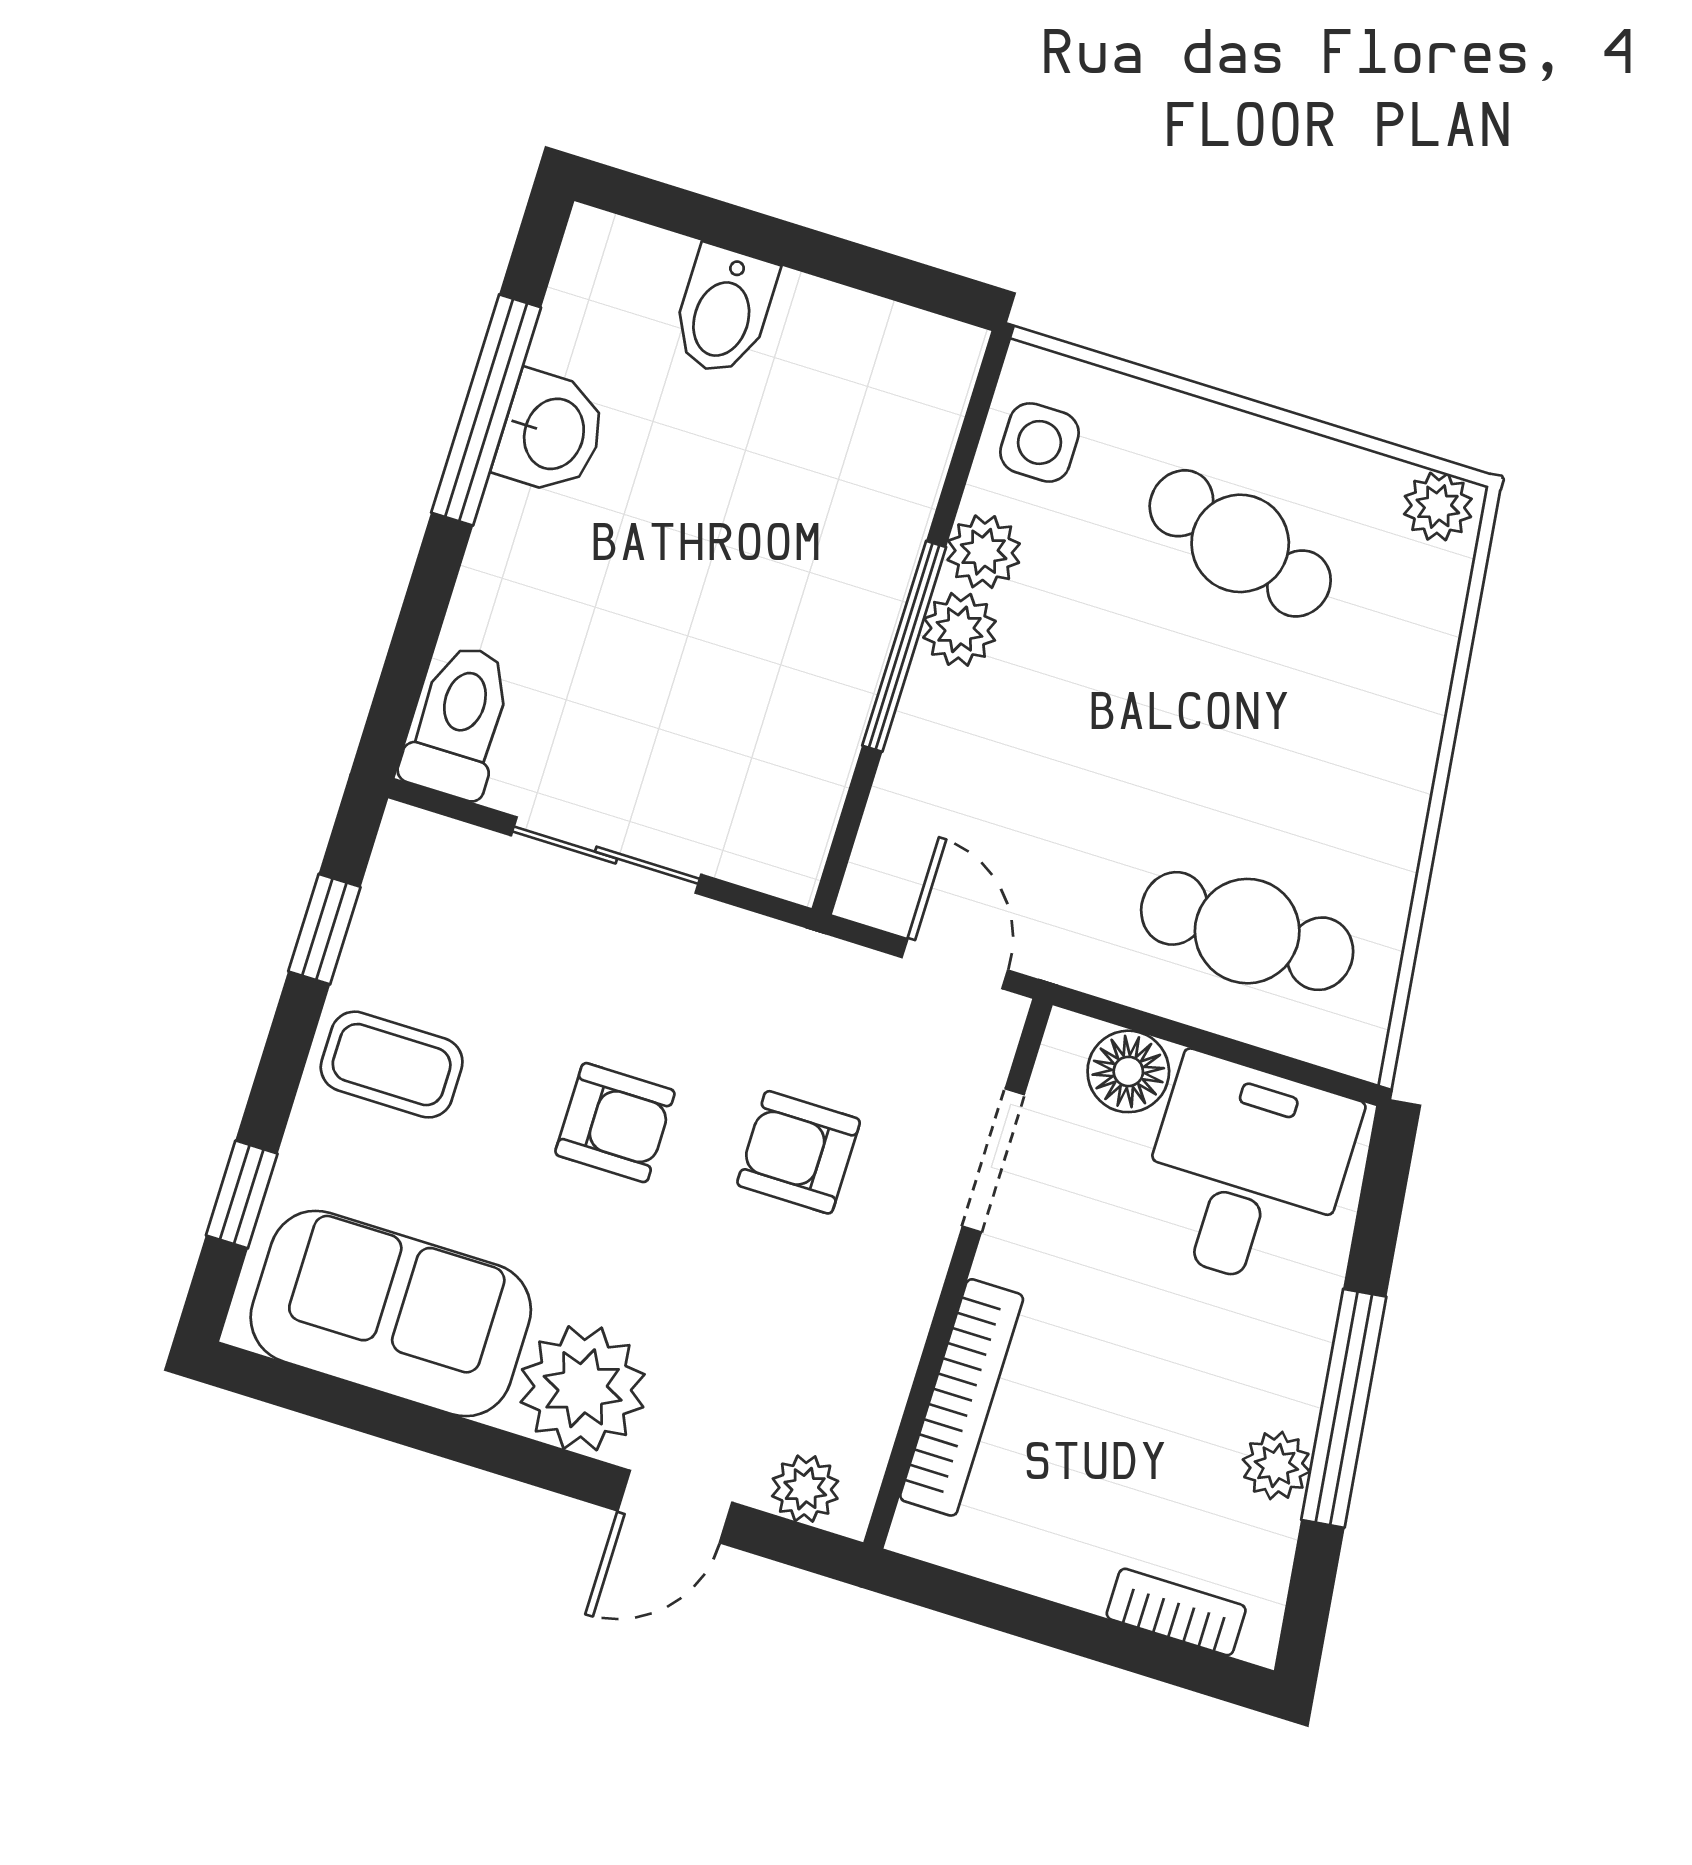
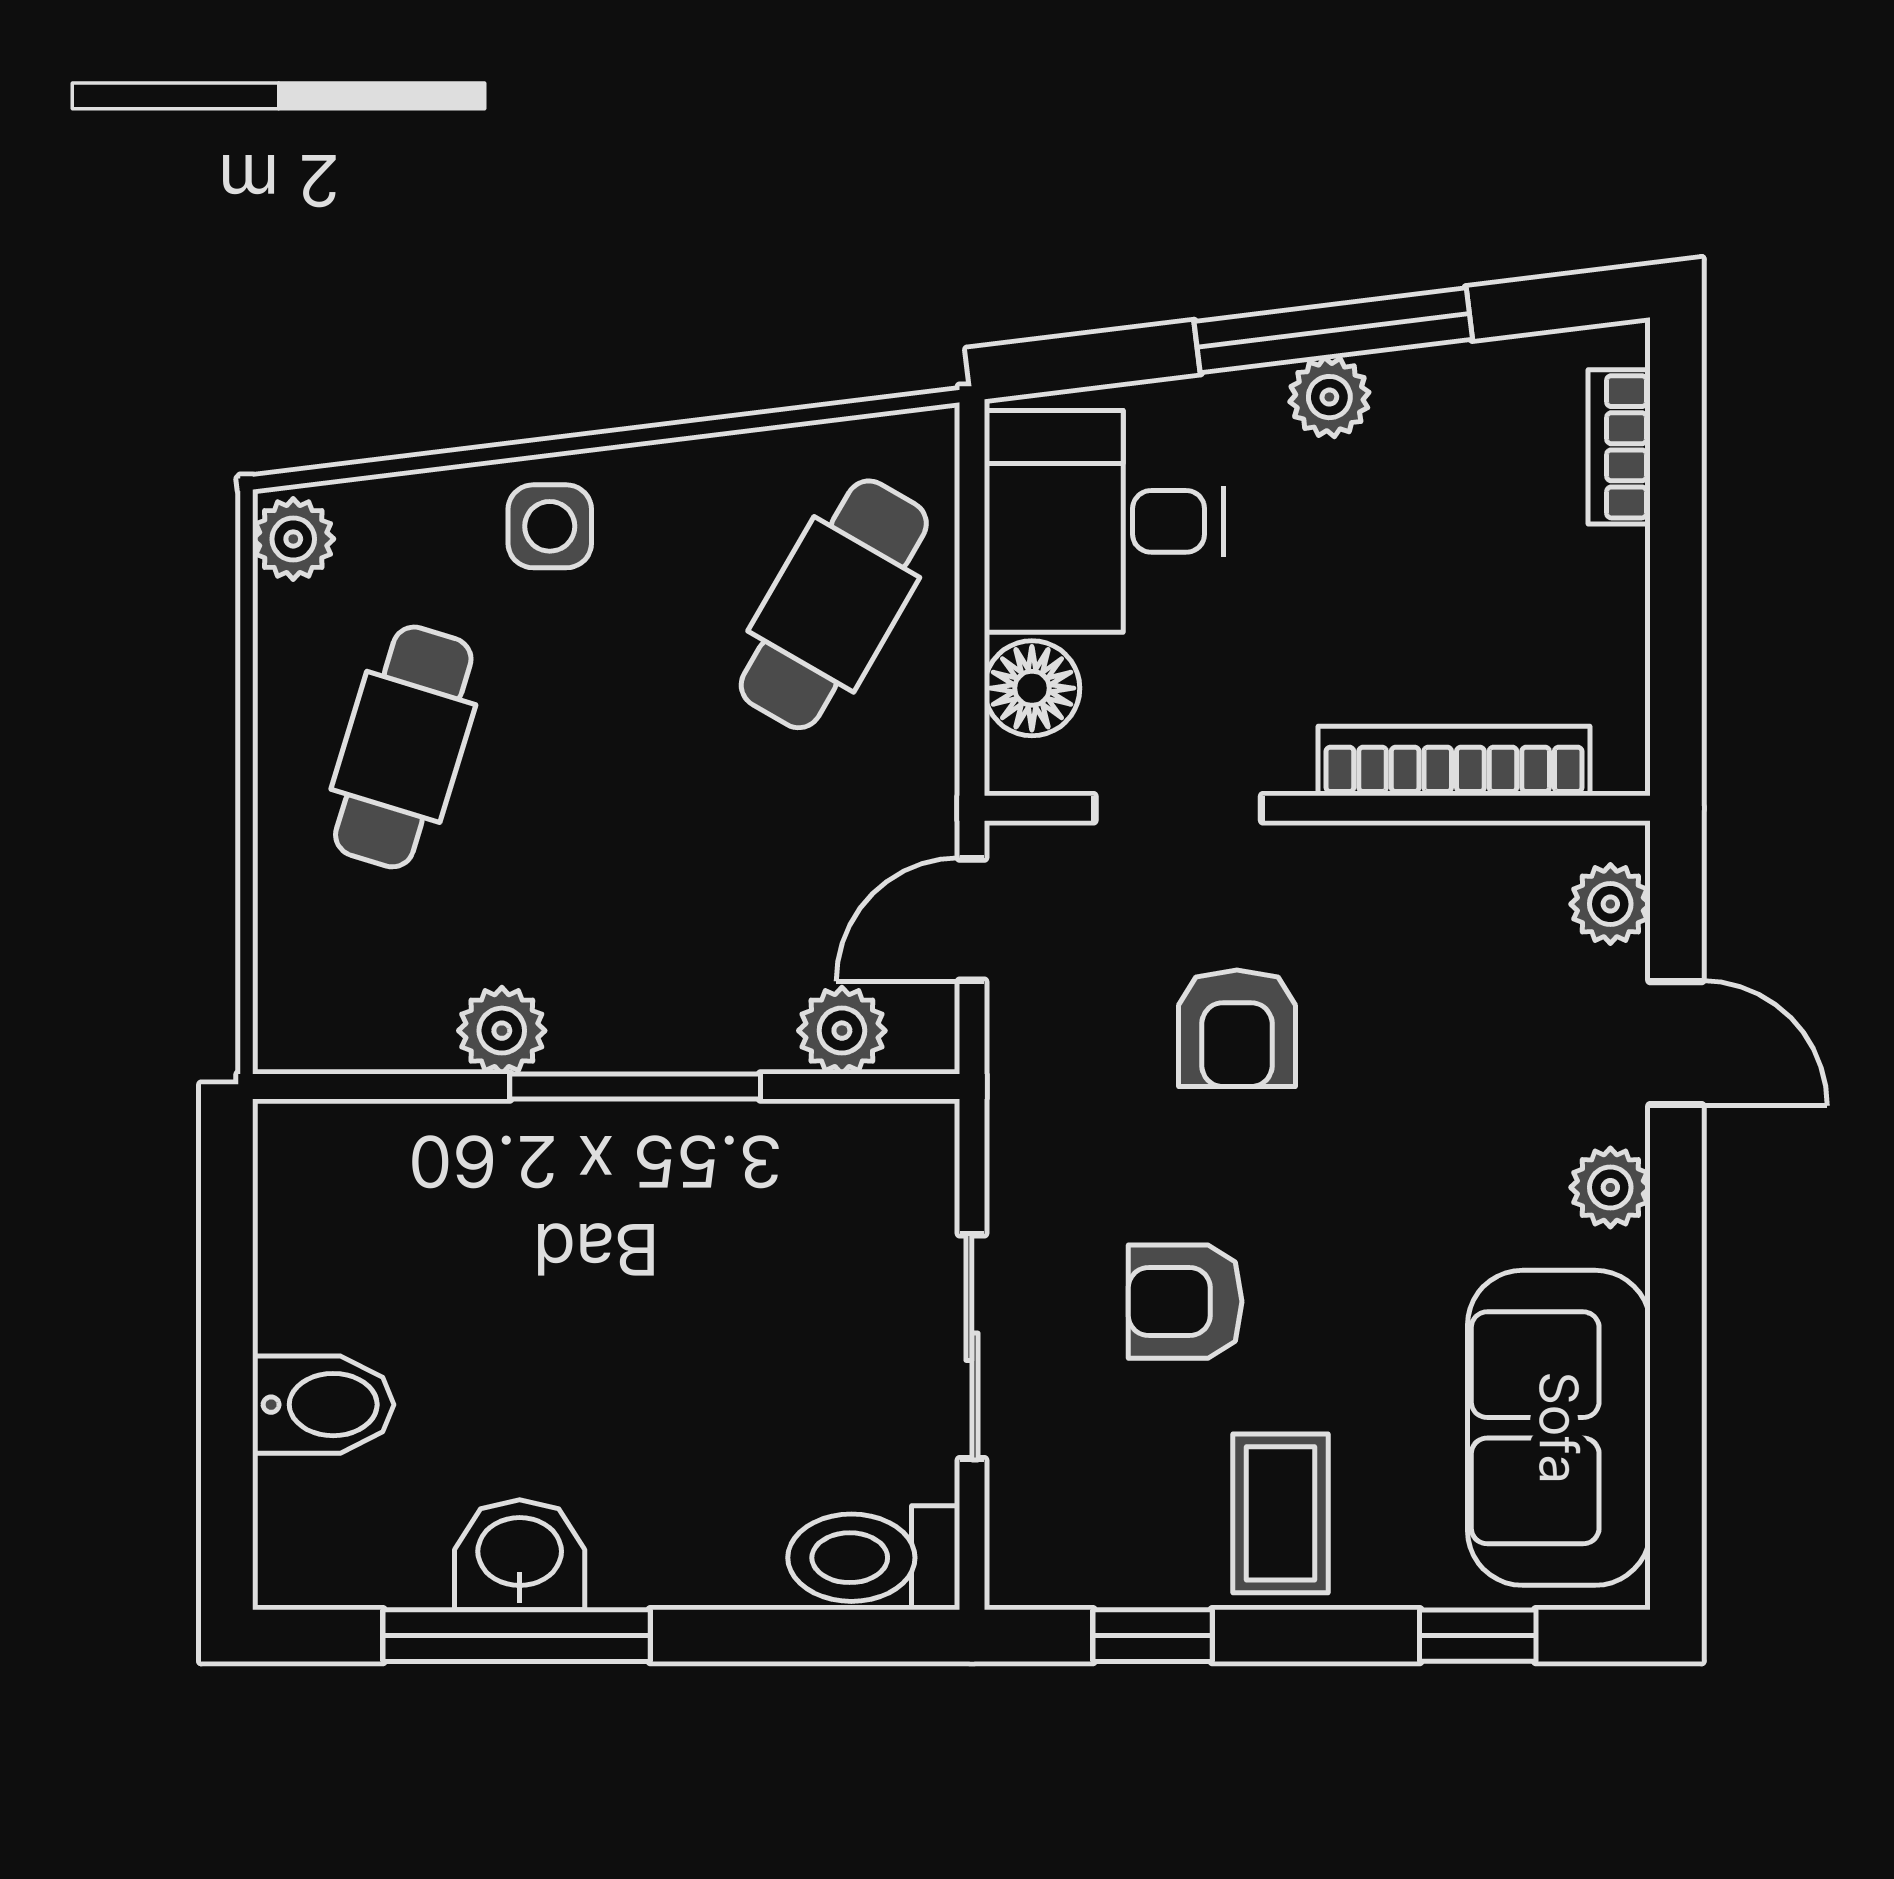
side table: (1039, 442) -> (550, 526), moved
plant: (959, 629) -> (842, 1031), moved
cafe table: (1247, 931) -> (834, 604), turned 30
armchair: (615, 1123) -> (1185, 1302), moved, turned -90
plant: (583, 1388) -> (1610, 1187), width x0.53, depth x0.53
plant: (1276, 1465) -> (1329, 397), moved

